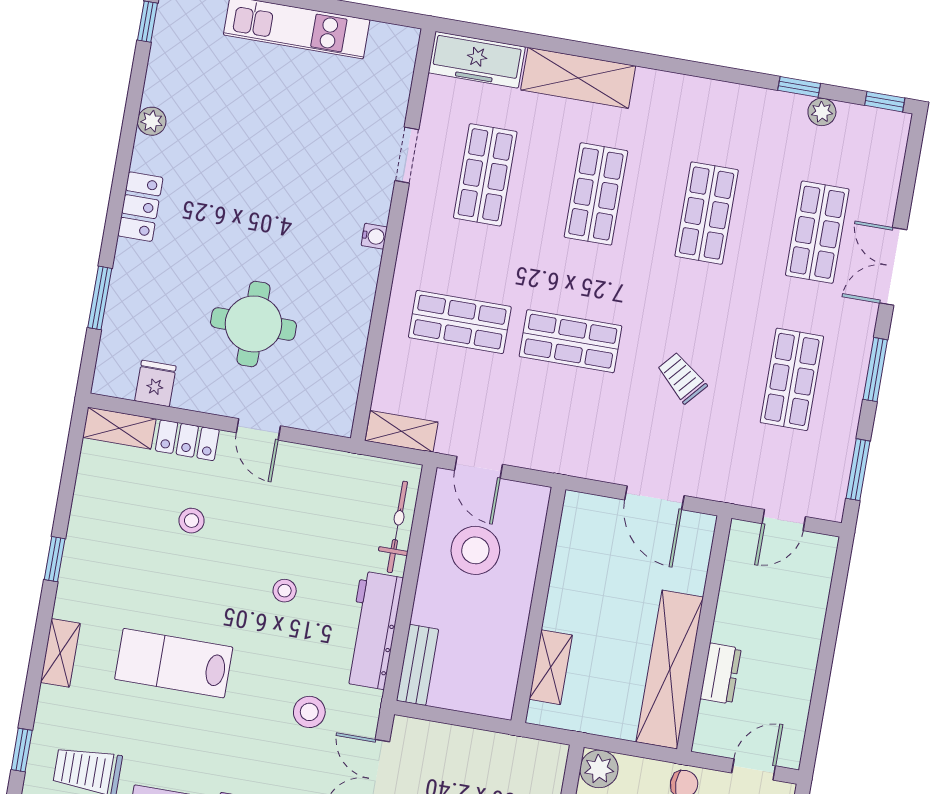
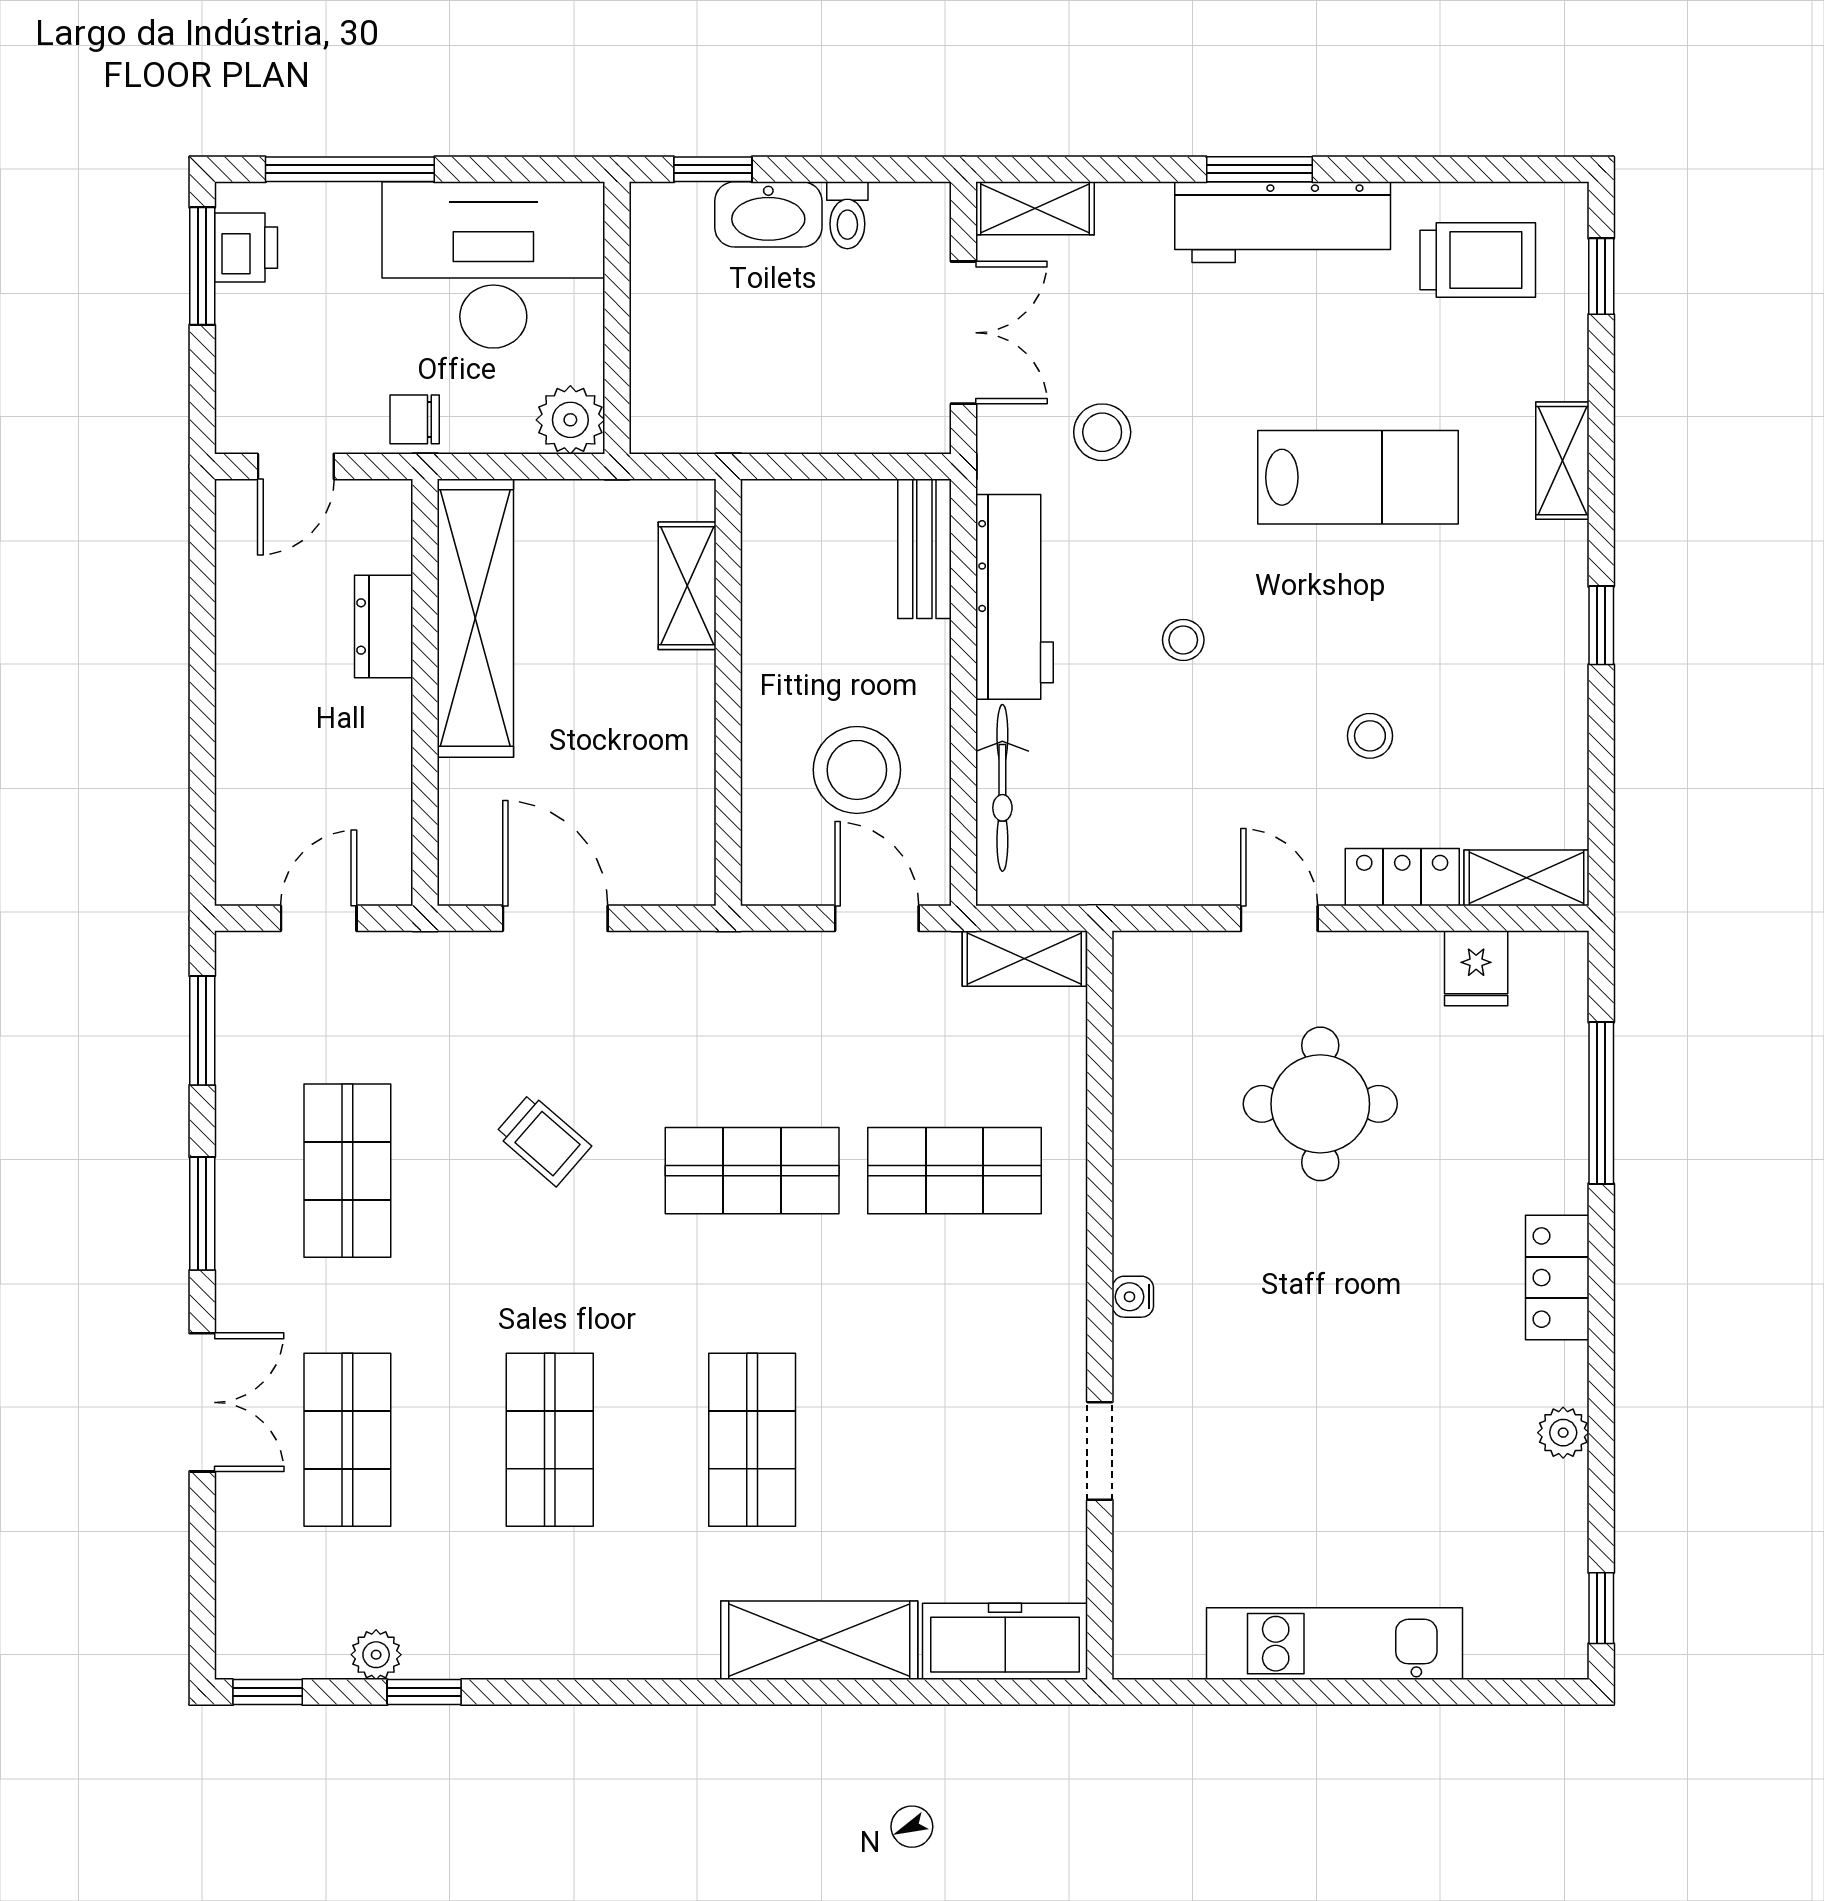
shop shelf: (485, 175) -> (955, 1440), removed
window: (100, 298) -> (1601, 1103), width x1.44

